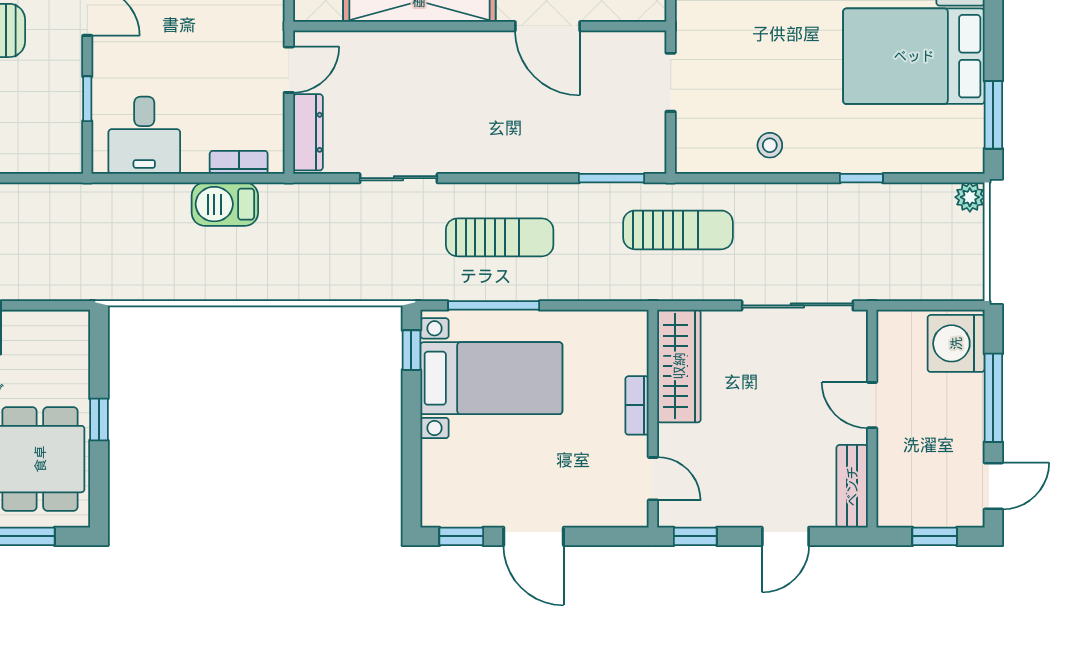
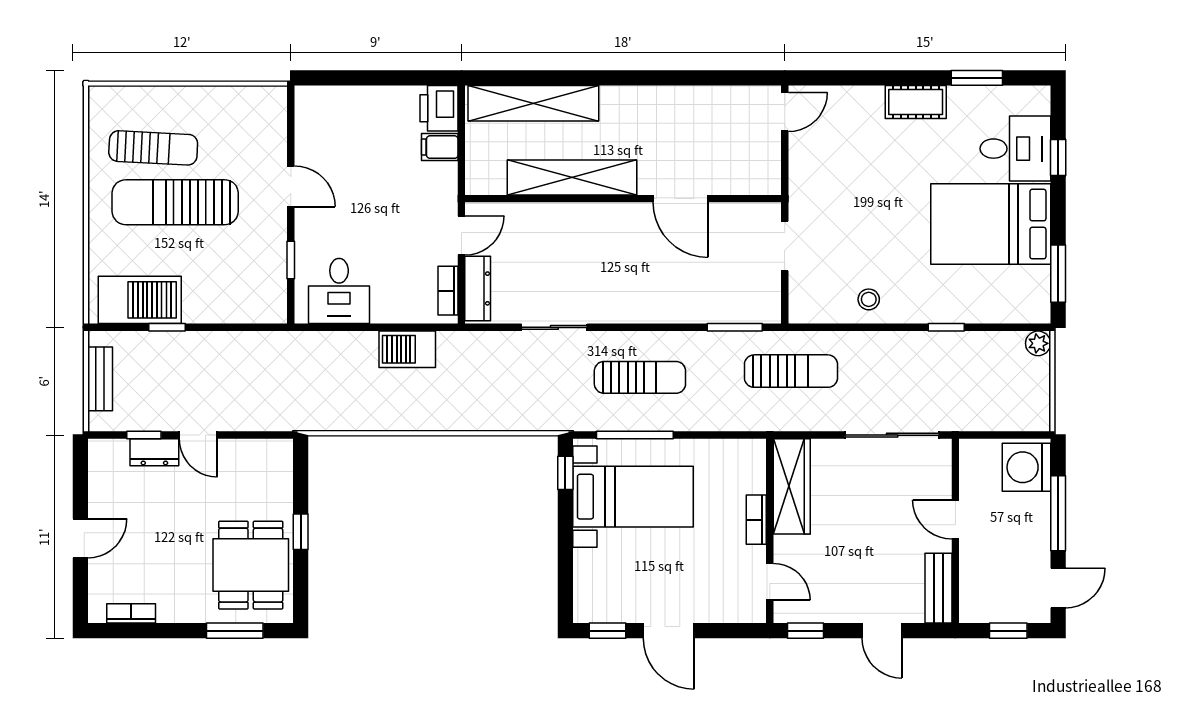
bookcase: (239, 162) -> (448, 291), moved, turned -90
door: (785, 536) -> (882, 631), hinge flipped

